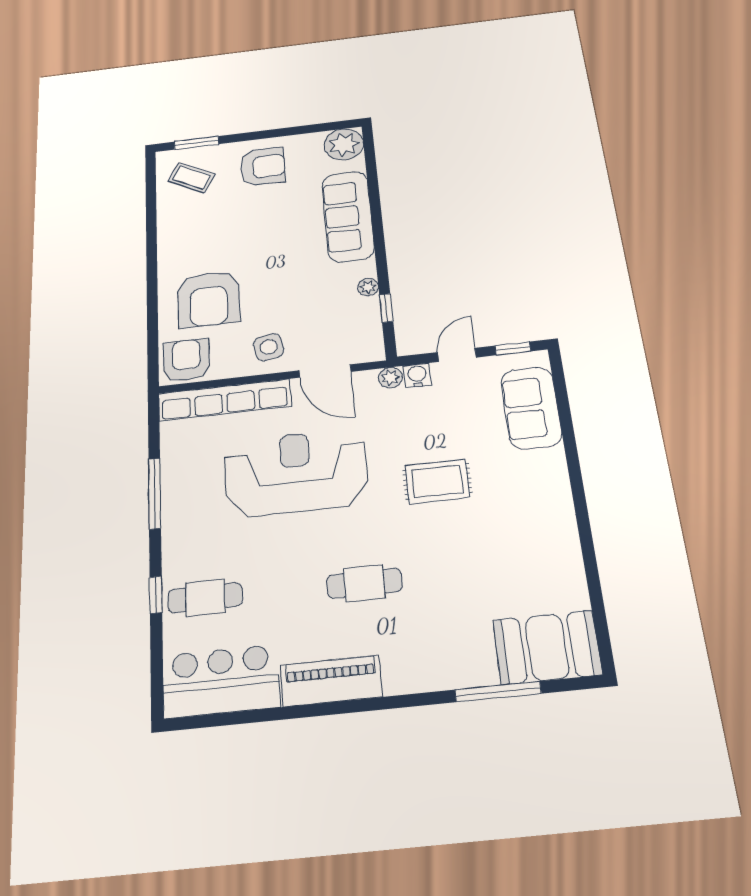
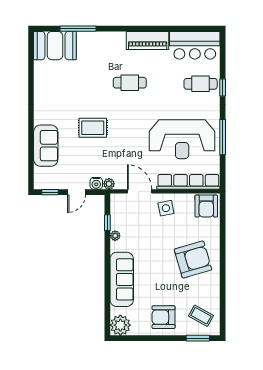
armchair: (209, 299) -> (193, 259), moved, turned 74
sofa: (531, 408) -> (46, 146), moved
reception desk: (296, 473) -> (182, 139), moved

